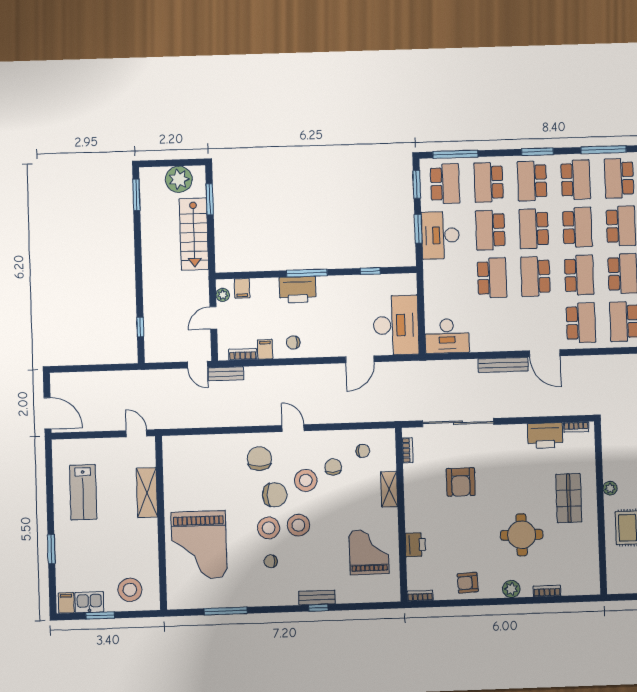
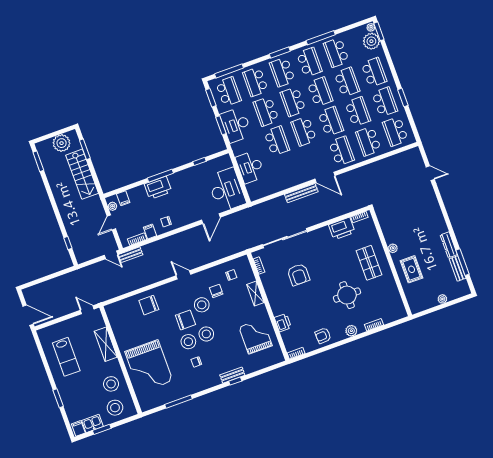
desk: (447, 336) -> (250, 167), moved, turned 90
chair: (259, 459) -> (149, 305), moved, turned -90
stool: (136, 553) -> (111, 384), added

